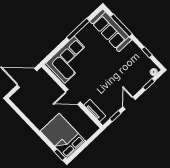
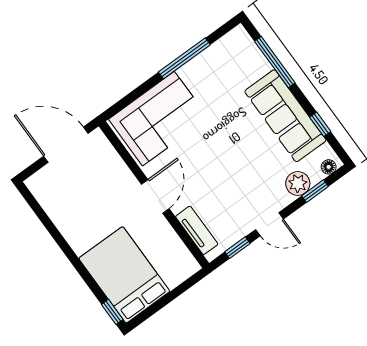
sofa: (111, 30) -> (285, 116), moved
plant: (140, 82) -> (298, 184), added
door: (73, 97) -> (155, 196), swing flipped
door: (129, 103) -> (270, 224), swing flipped

